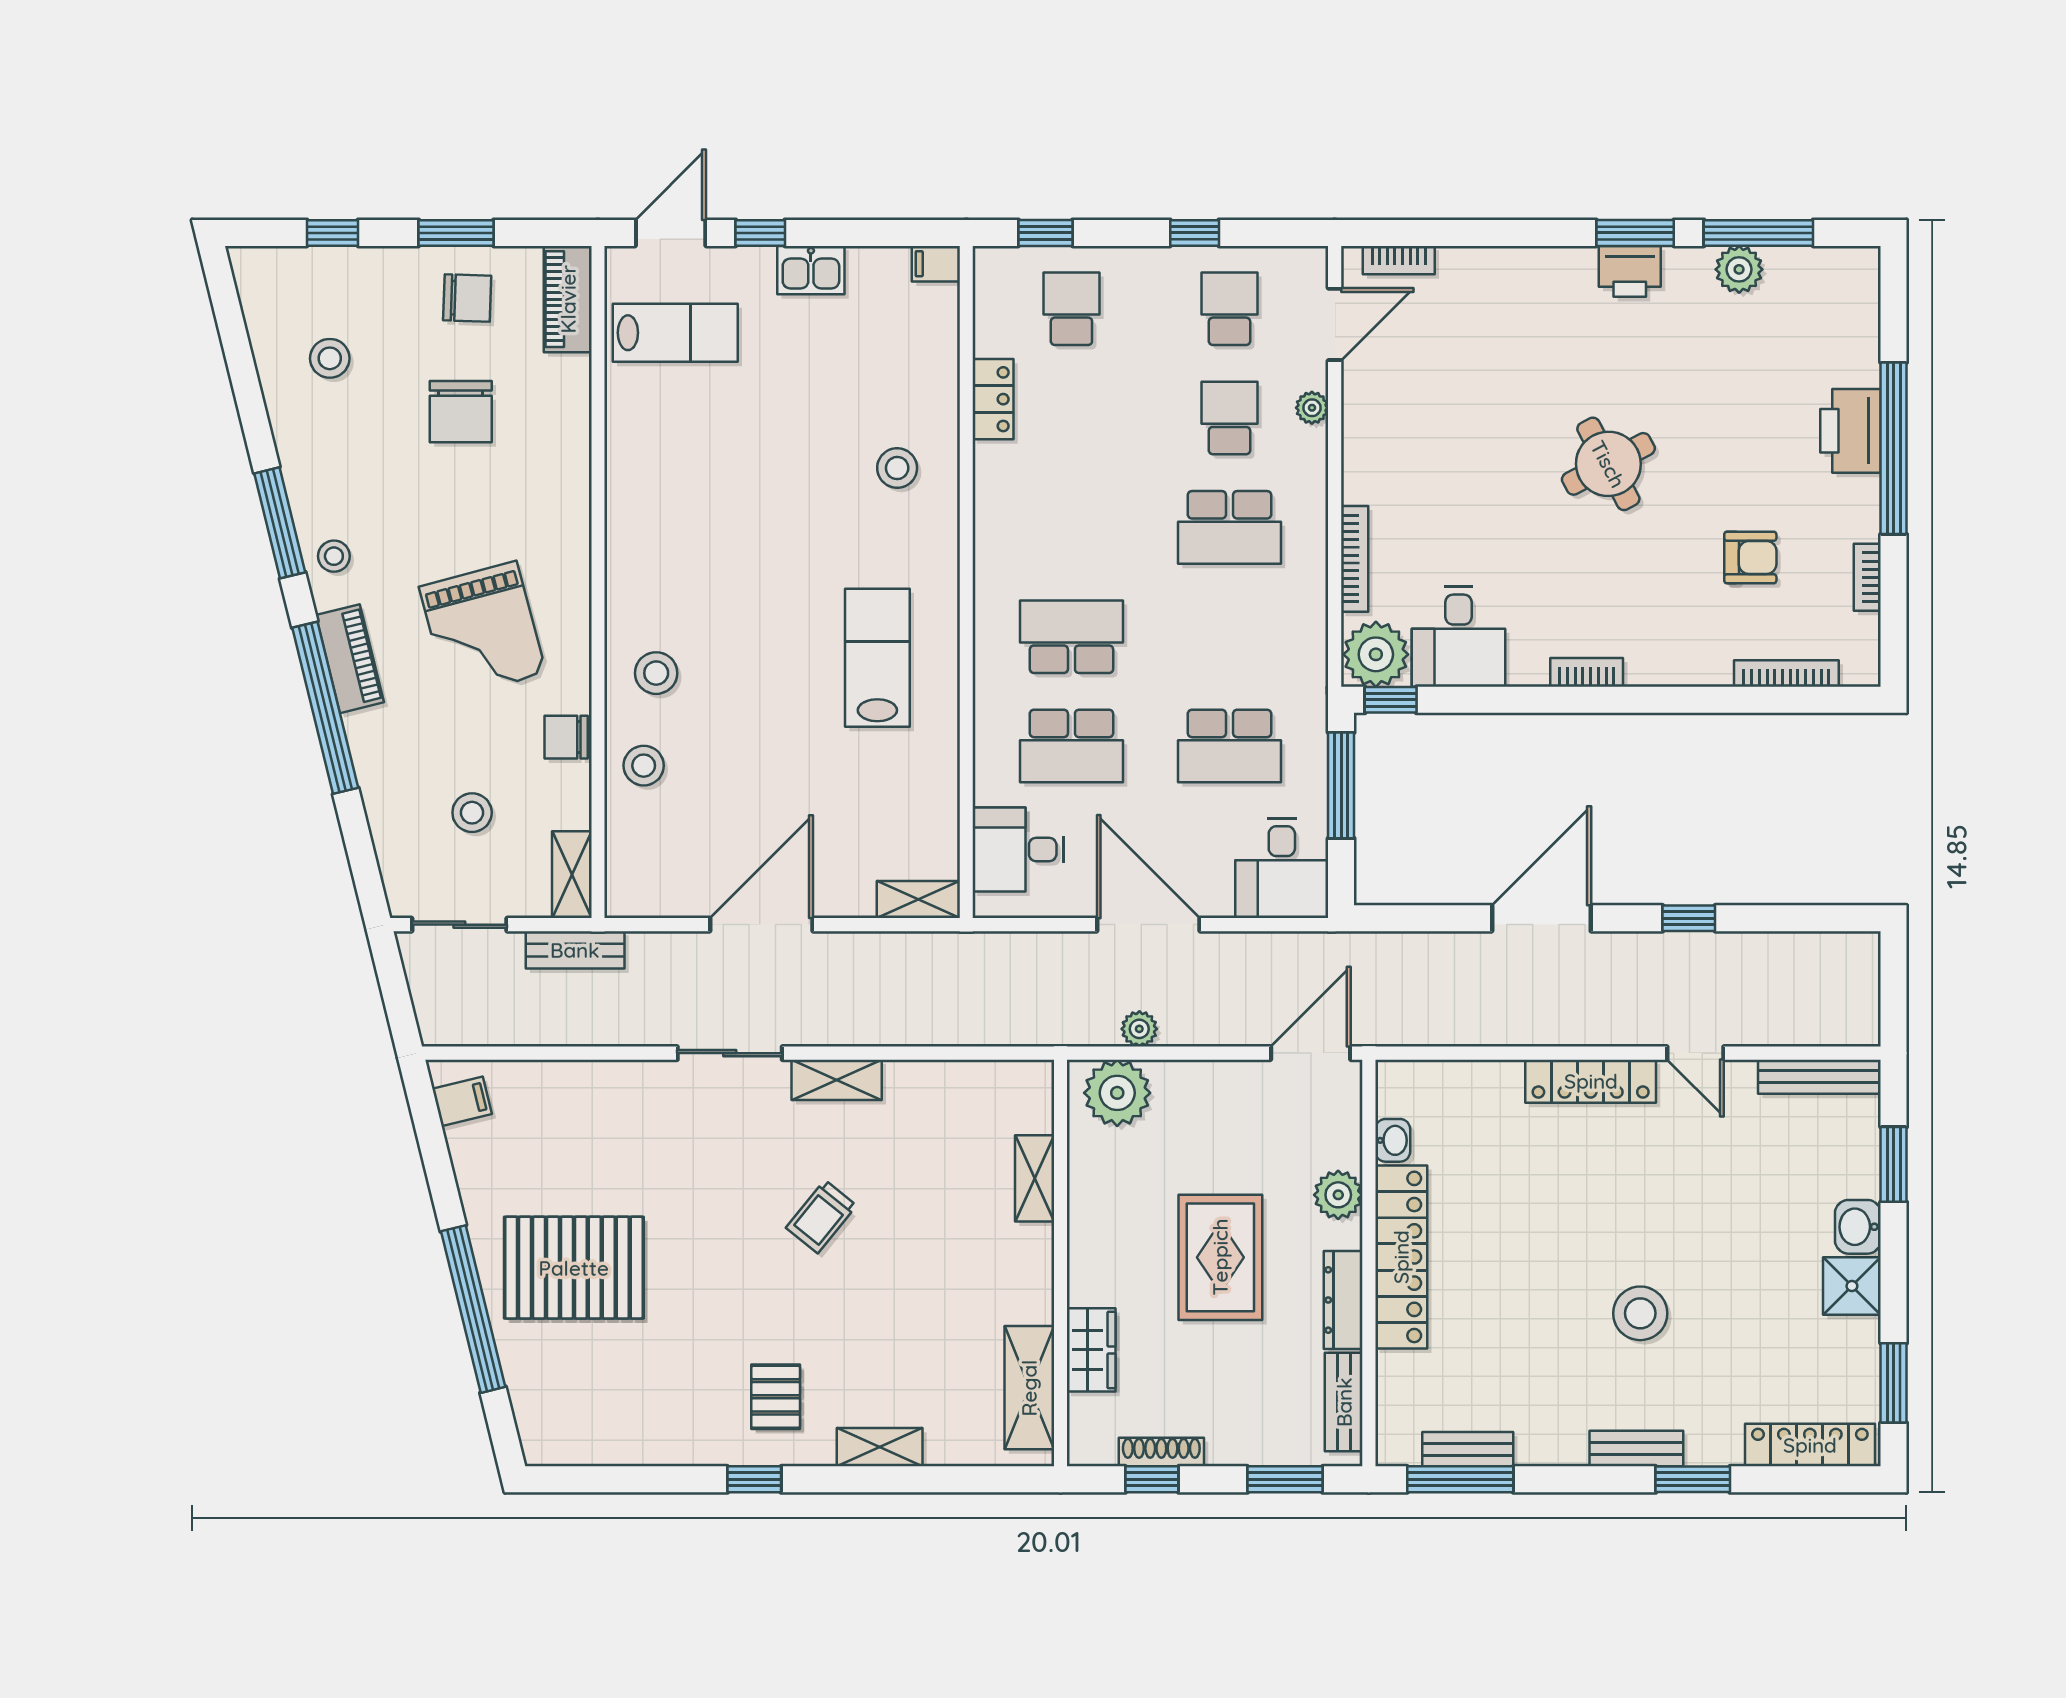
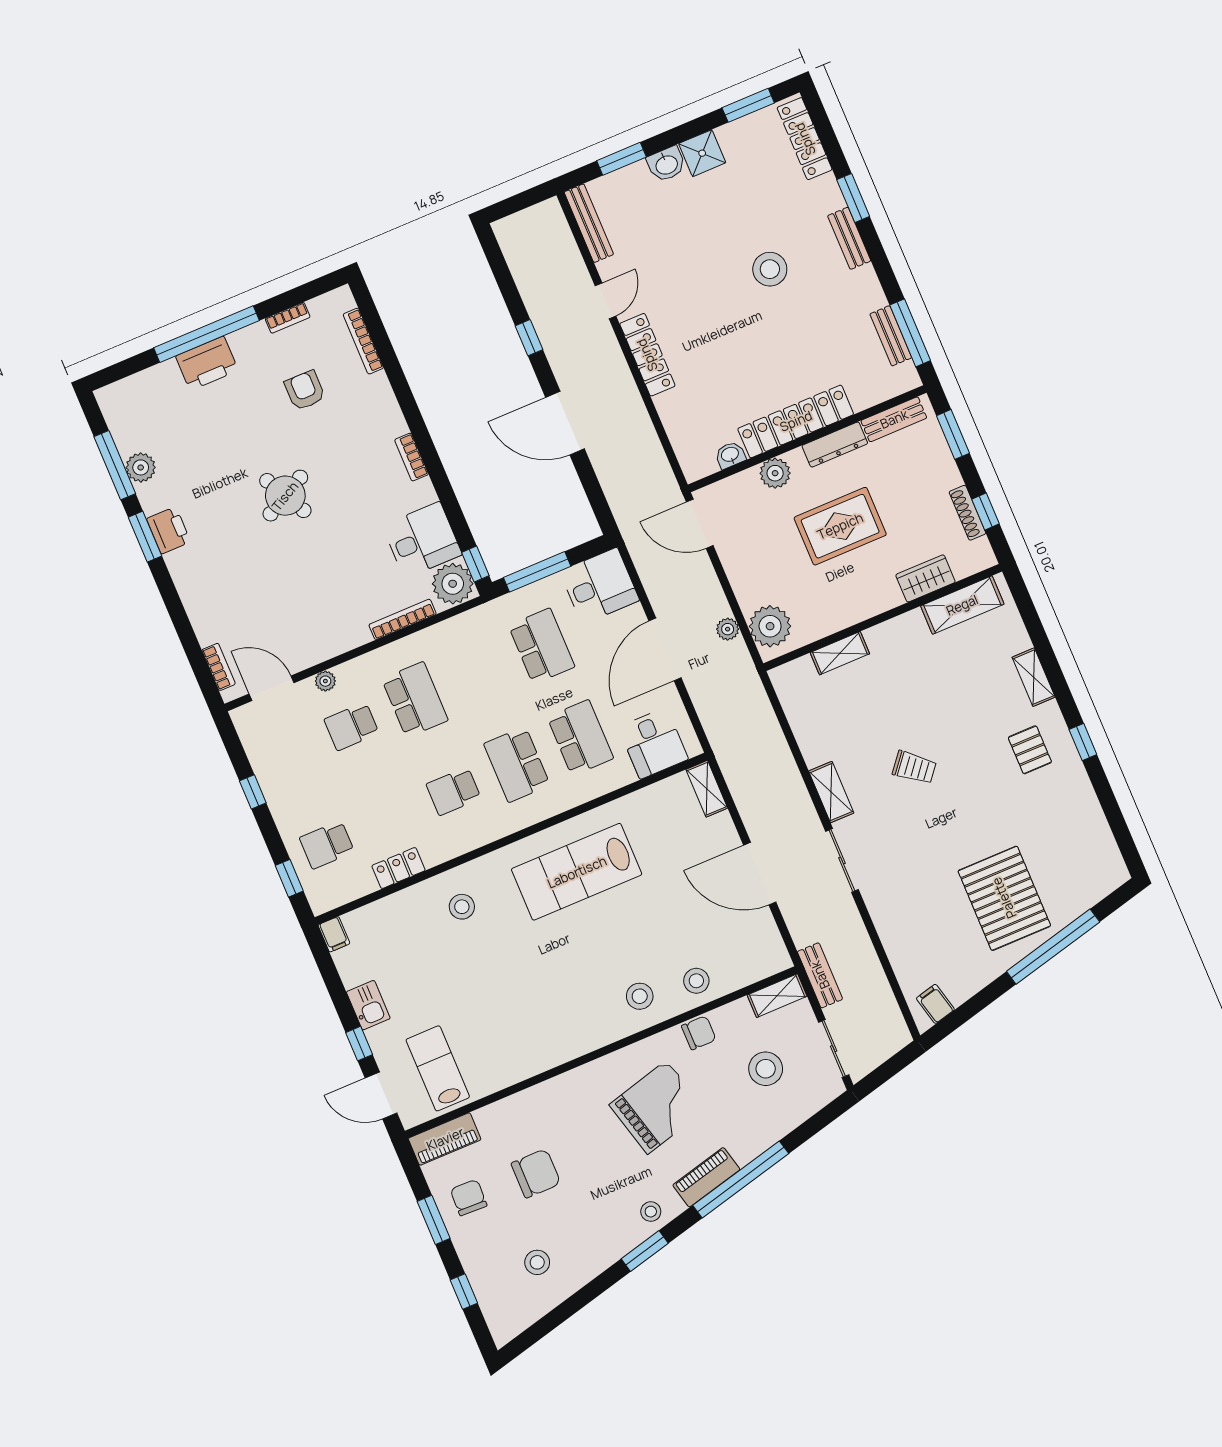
school desk: (1230, 309) -> (454, 791), moved
window: (280, 523) -> (645, 1251), width x0.69
lab bench: (877, 658) -> (577, 872), width x1.36, depth x1.39
chair: (566, 737) -> (699, 1033), turned -90
stool: (472, 813) -> (766, 1069), width x1.38, depth x1.38
pallet: (776, 1397) -> (1030, 750), turned 90

